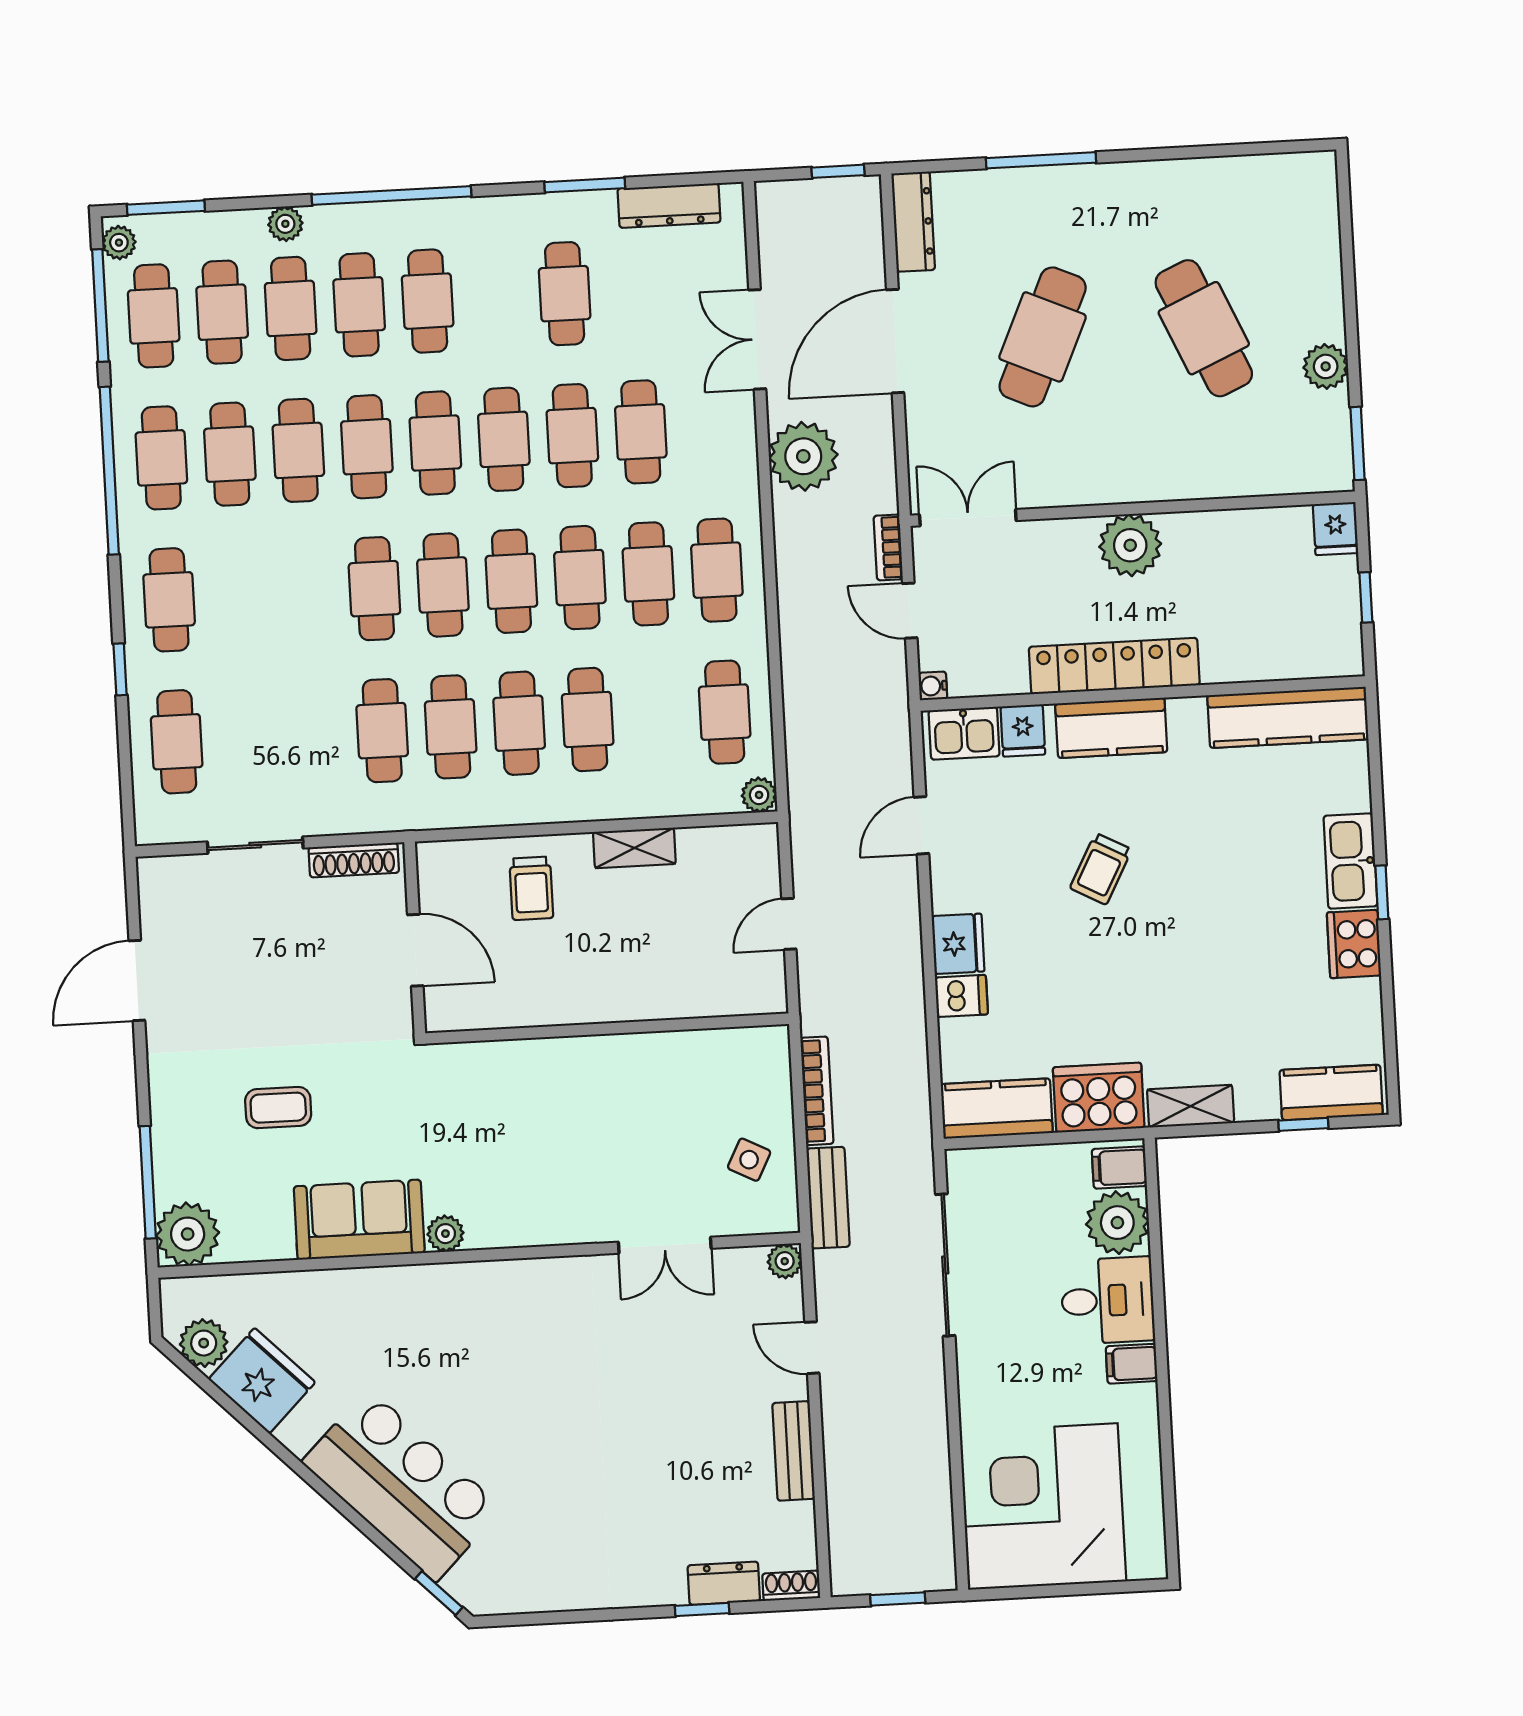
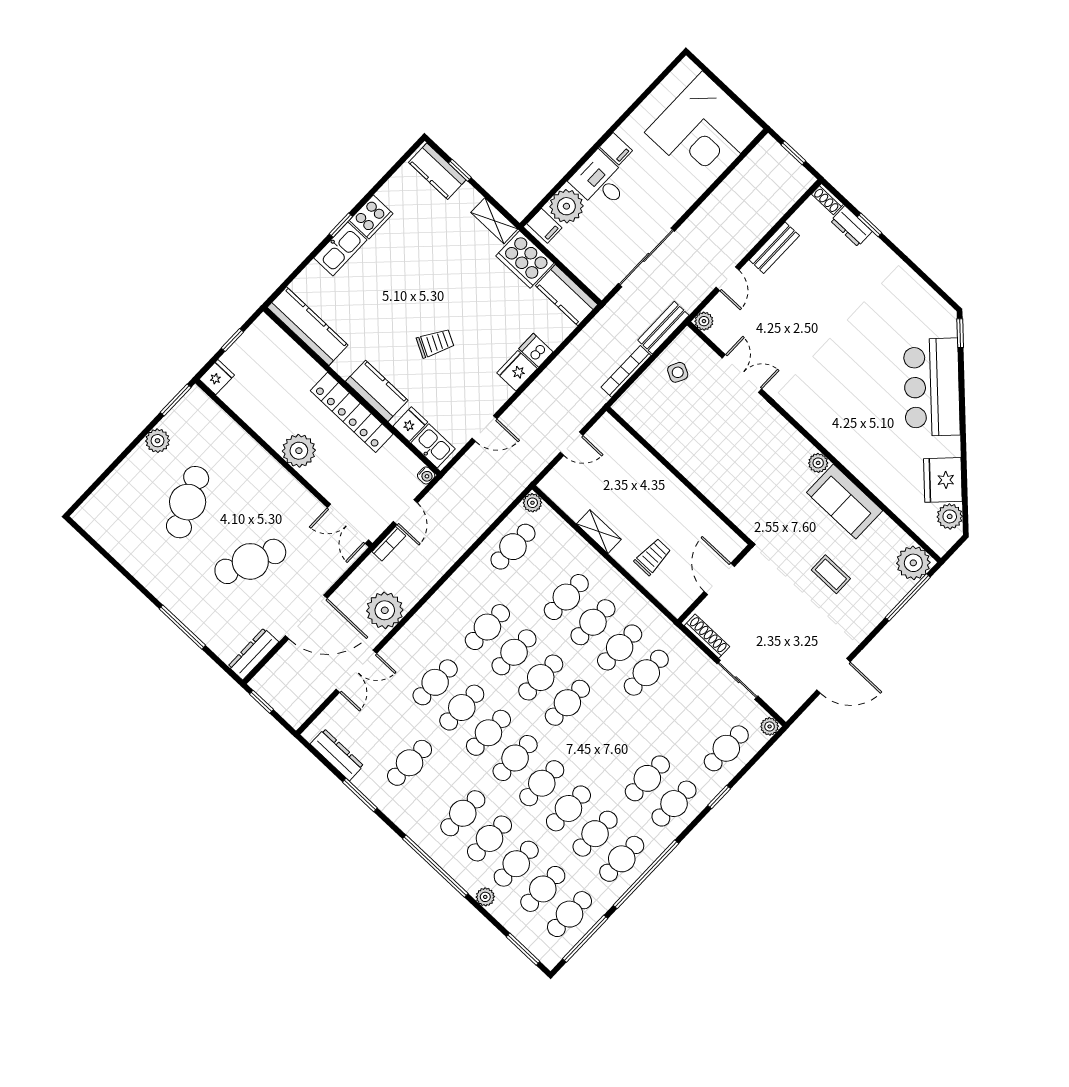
plant: (119, 243) -> (770, 726), moved
cafe table: (717, 570) -> (461, 602), removed
cafe table: (374, 589) -> (647, 778), moved

